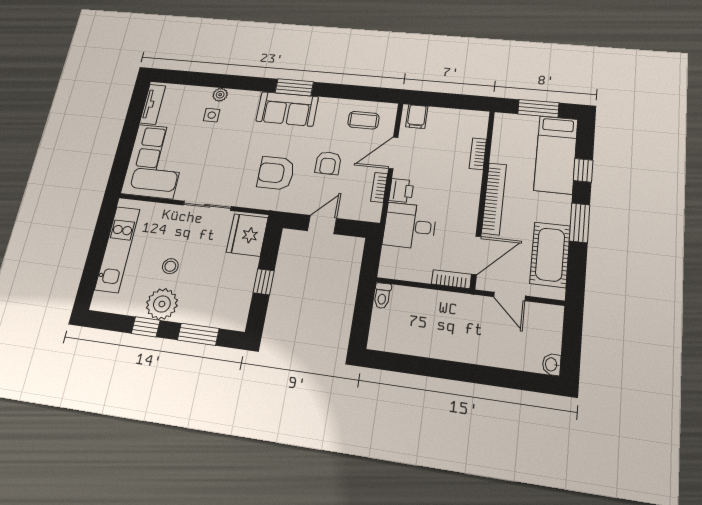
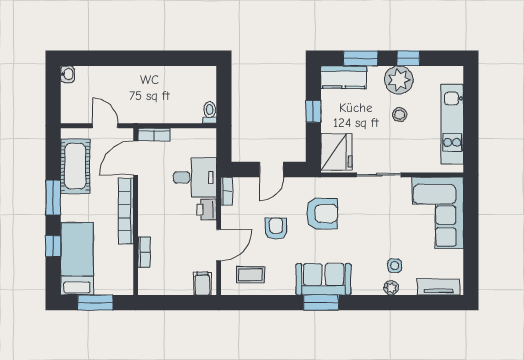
tv unit: (153, 104) -> (439, 287), moved, turned 90
bookcase: (379, 187) -> (227, 191), moved
kitchen counter: (222, 315) -> (344, 77), added

